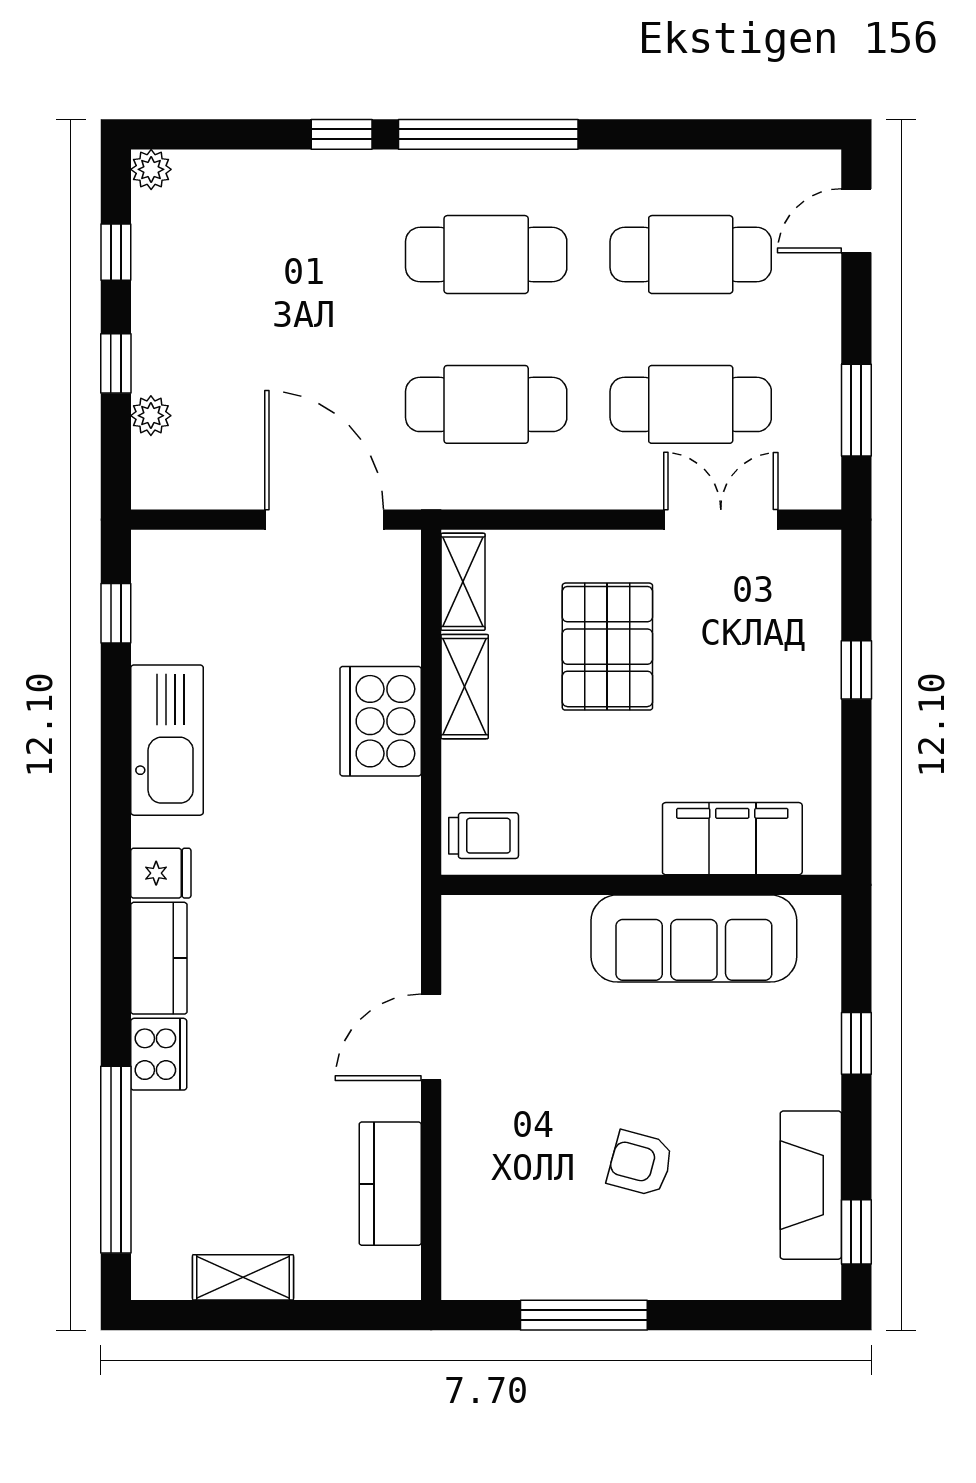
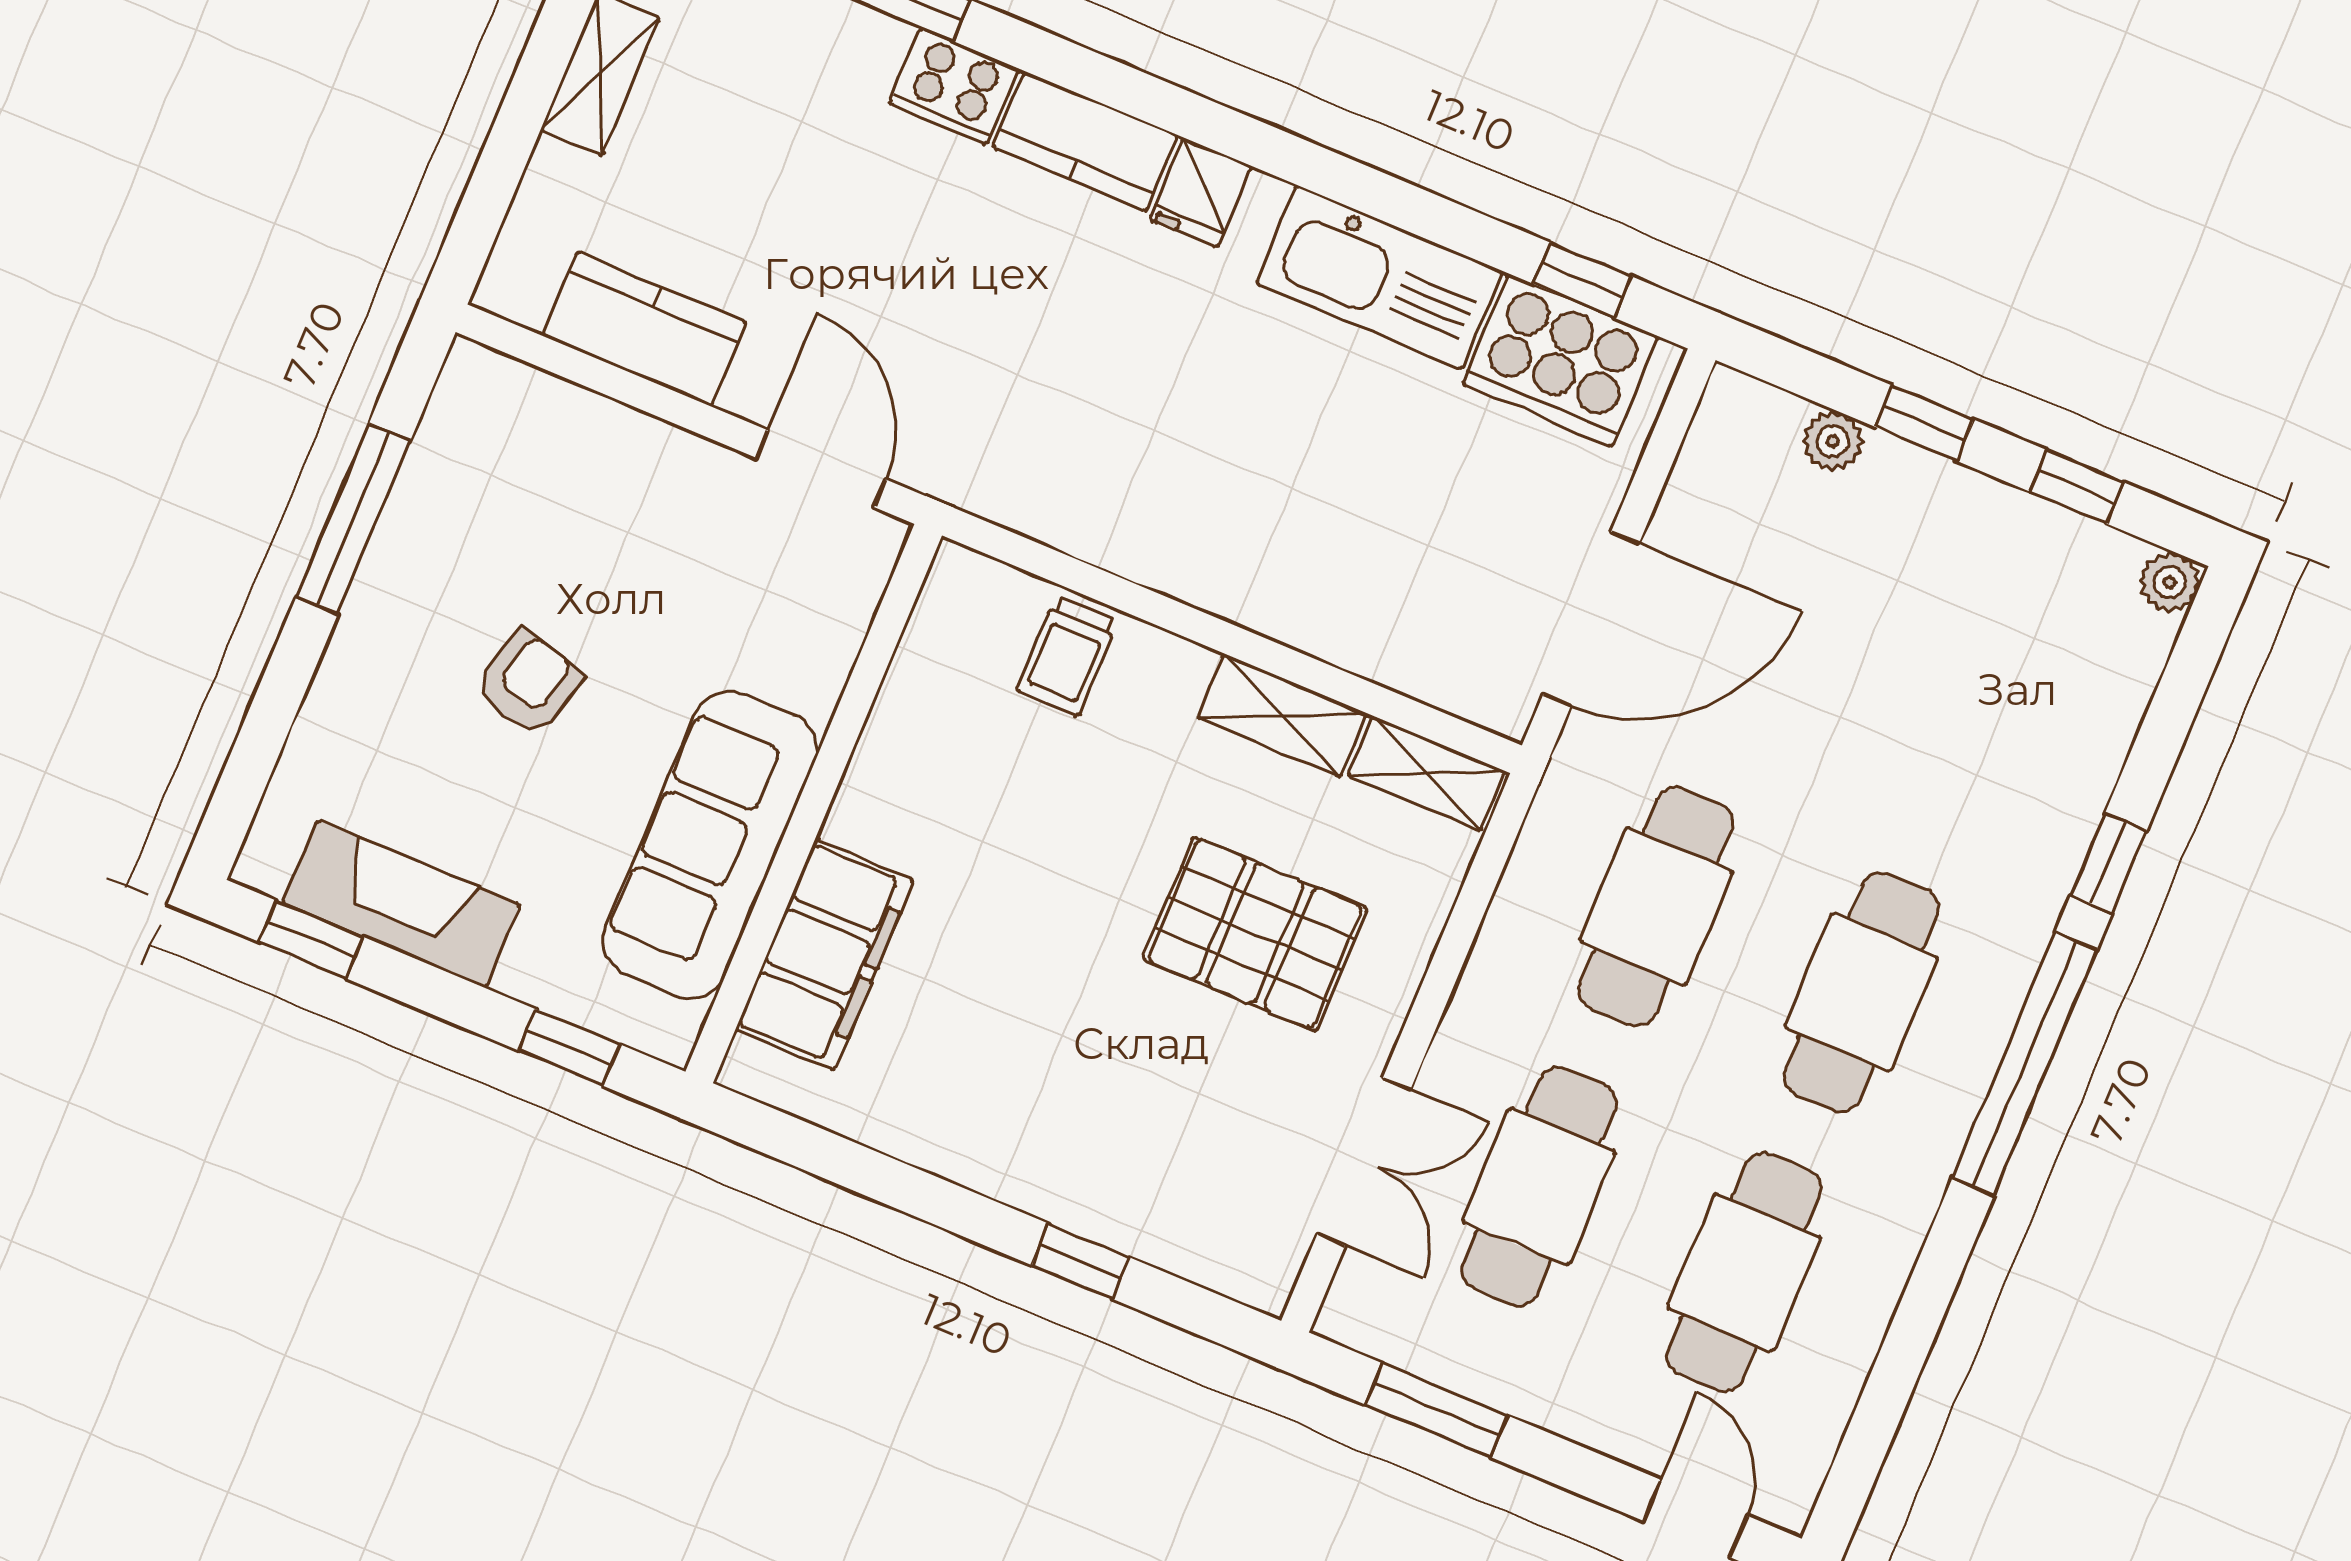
cooker: (381, 721) -> (1560, 360), moved, turned 180
filing cabinet: (732, 839) -> (825, 955), moved
wall: (641, 885) -> (814, 804), moved
sofa: (694, 938) -> (710, 845), moved

